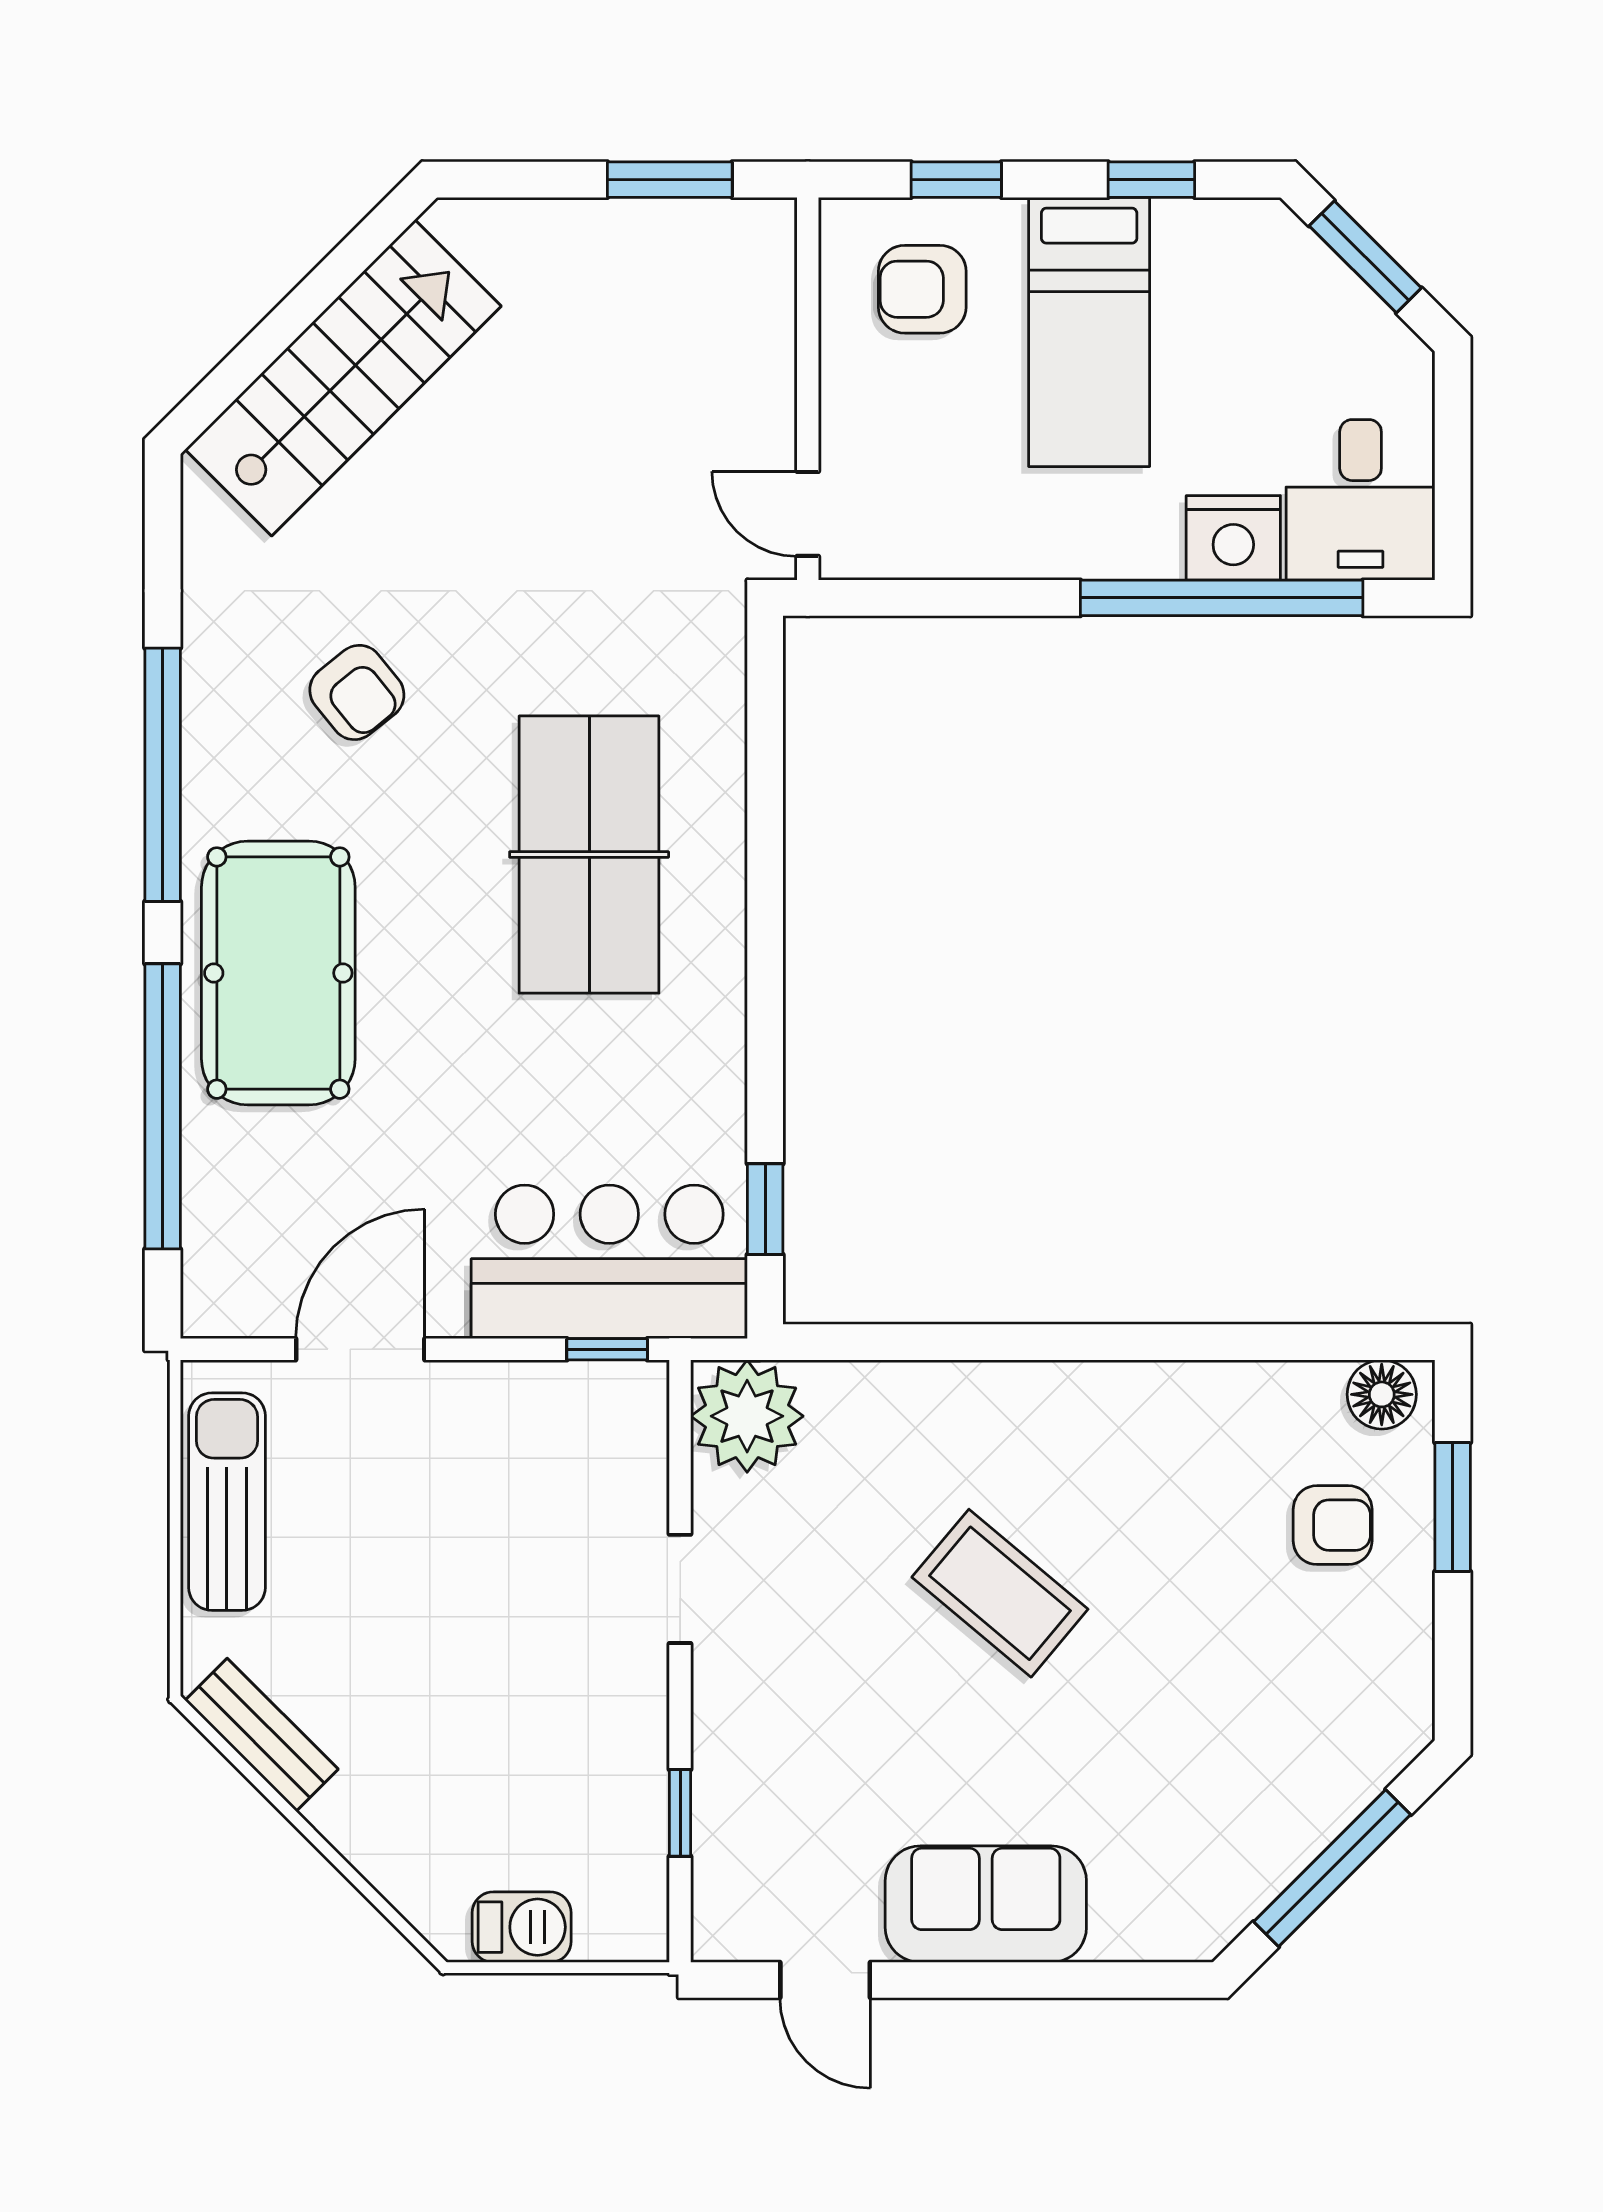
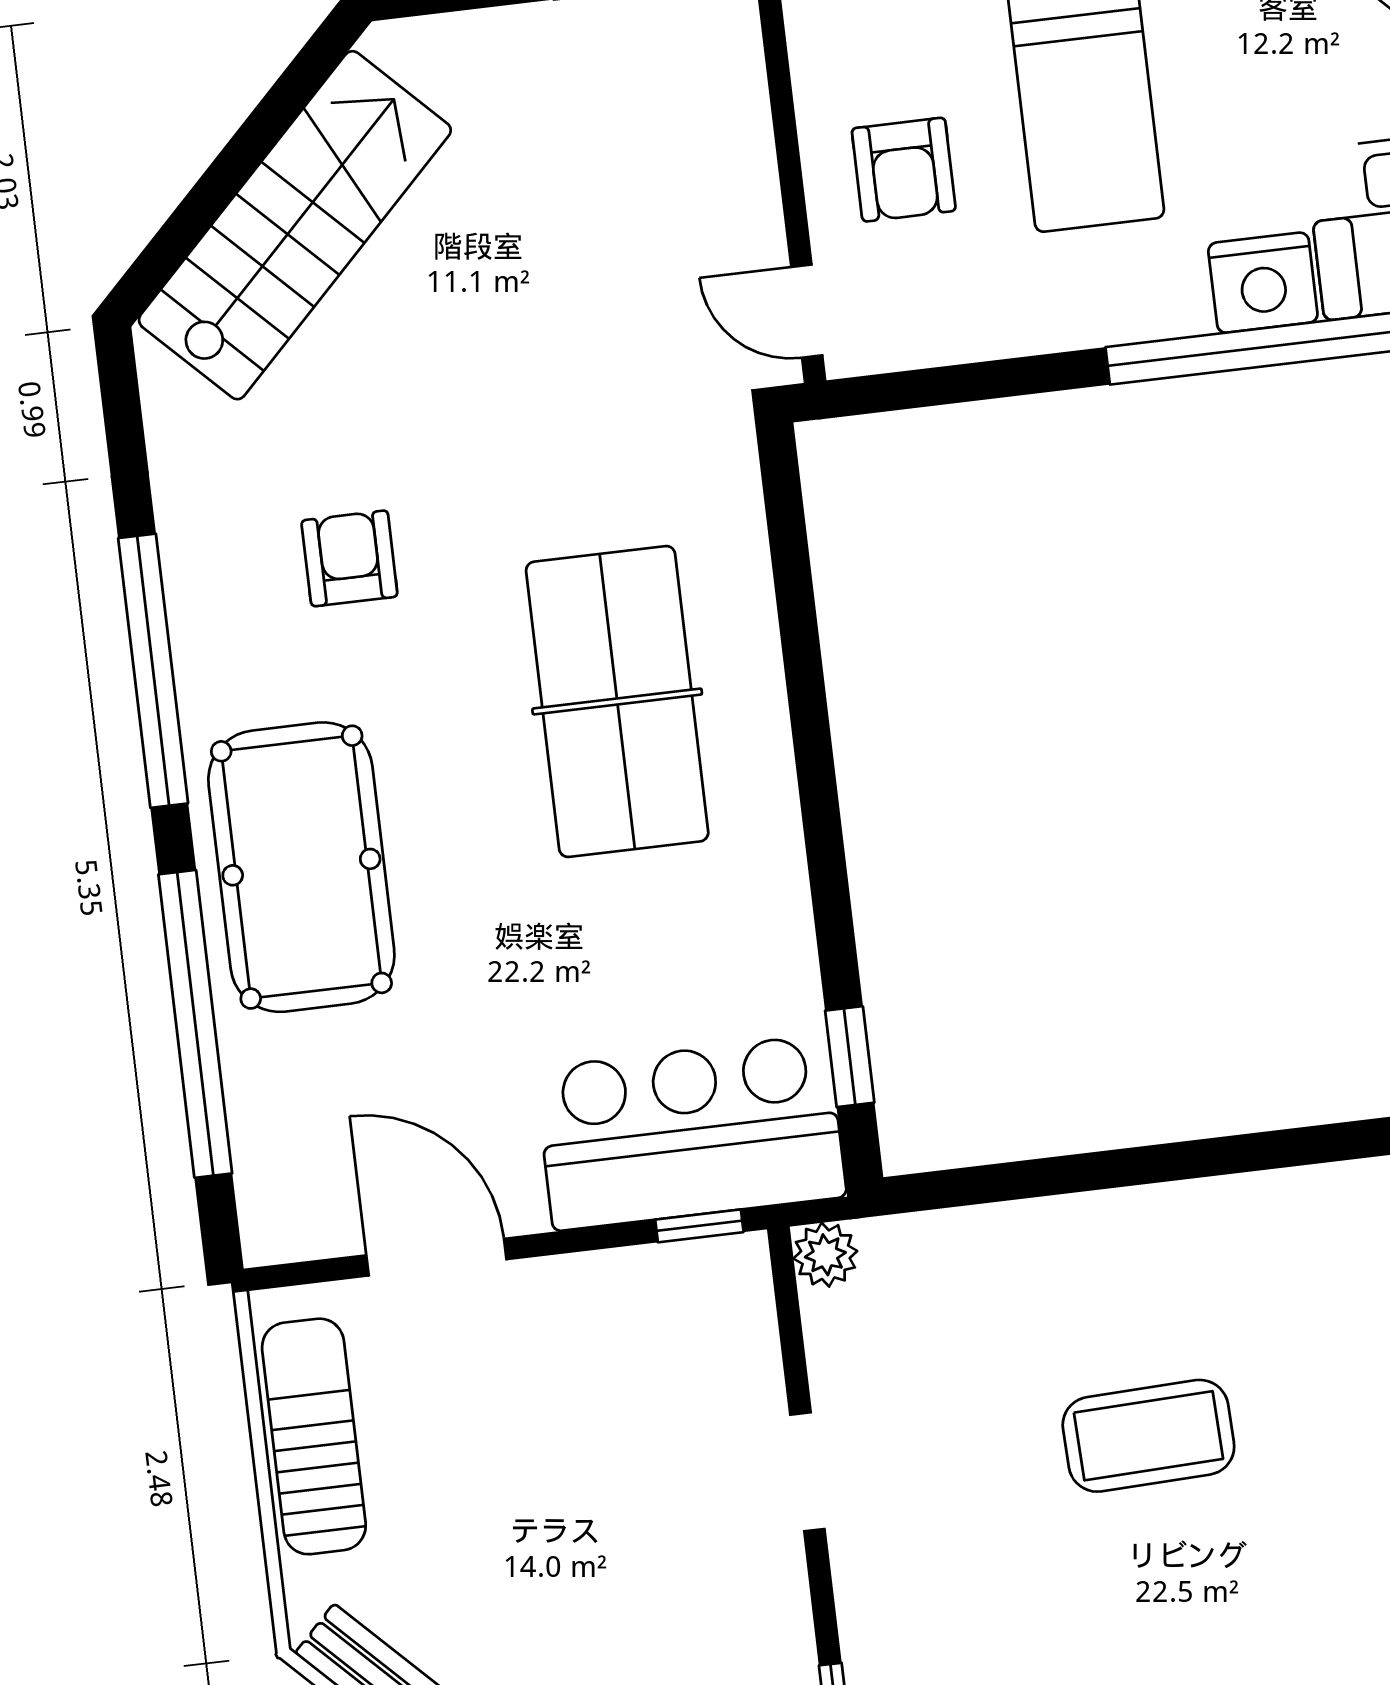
armchair: (922, 289) -> (904, 170), moved, turned -90
armchair: (357, 692) -> (349, 558), turned -141
door: (360, 1349) -> (436, 1257), hinge flipped
plant: (747, 1416) -> (825, 1255), width x0.53, depth x0.53
coffee table: (1000, 1593) -> (1148, 1436), turned -42

